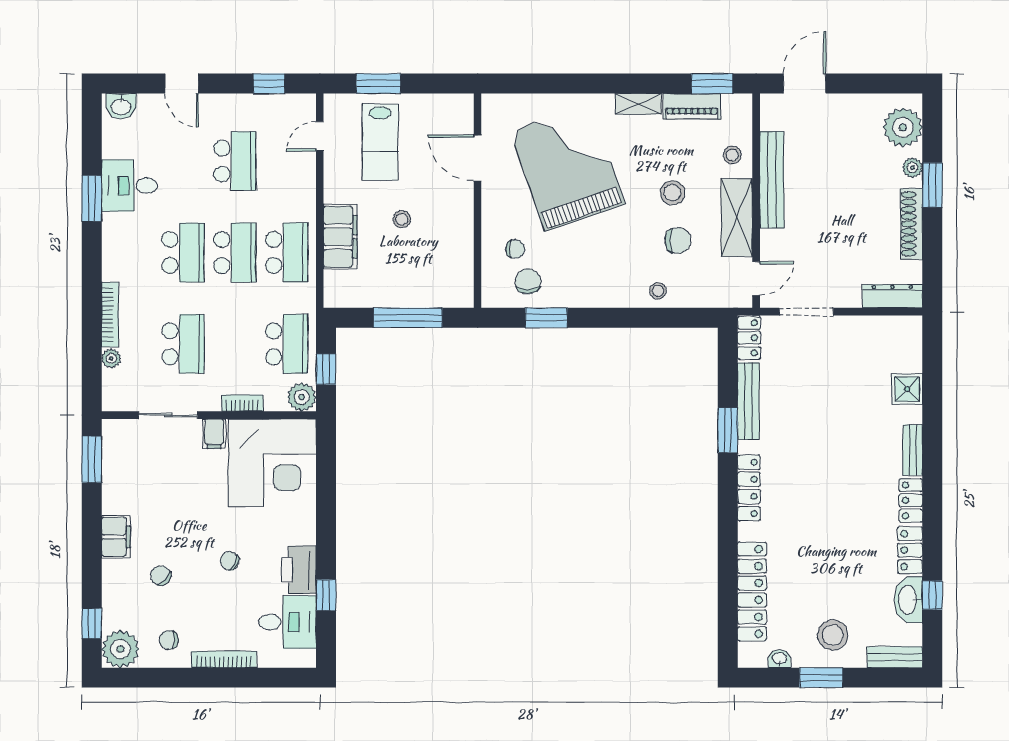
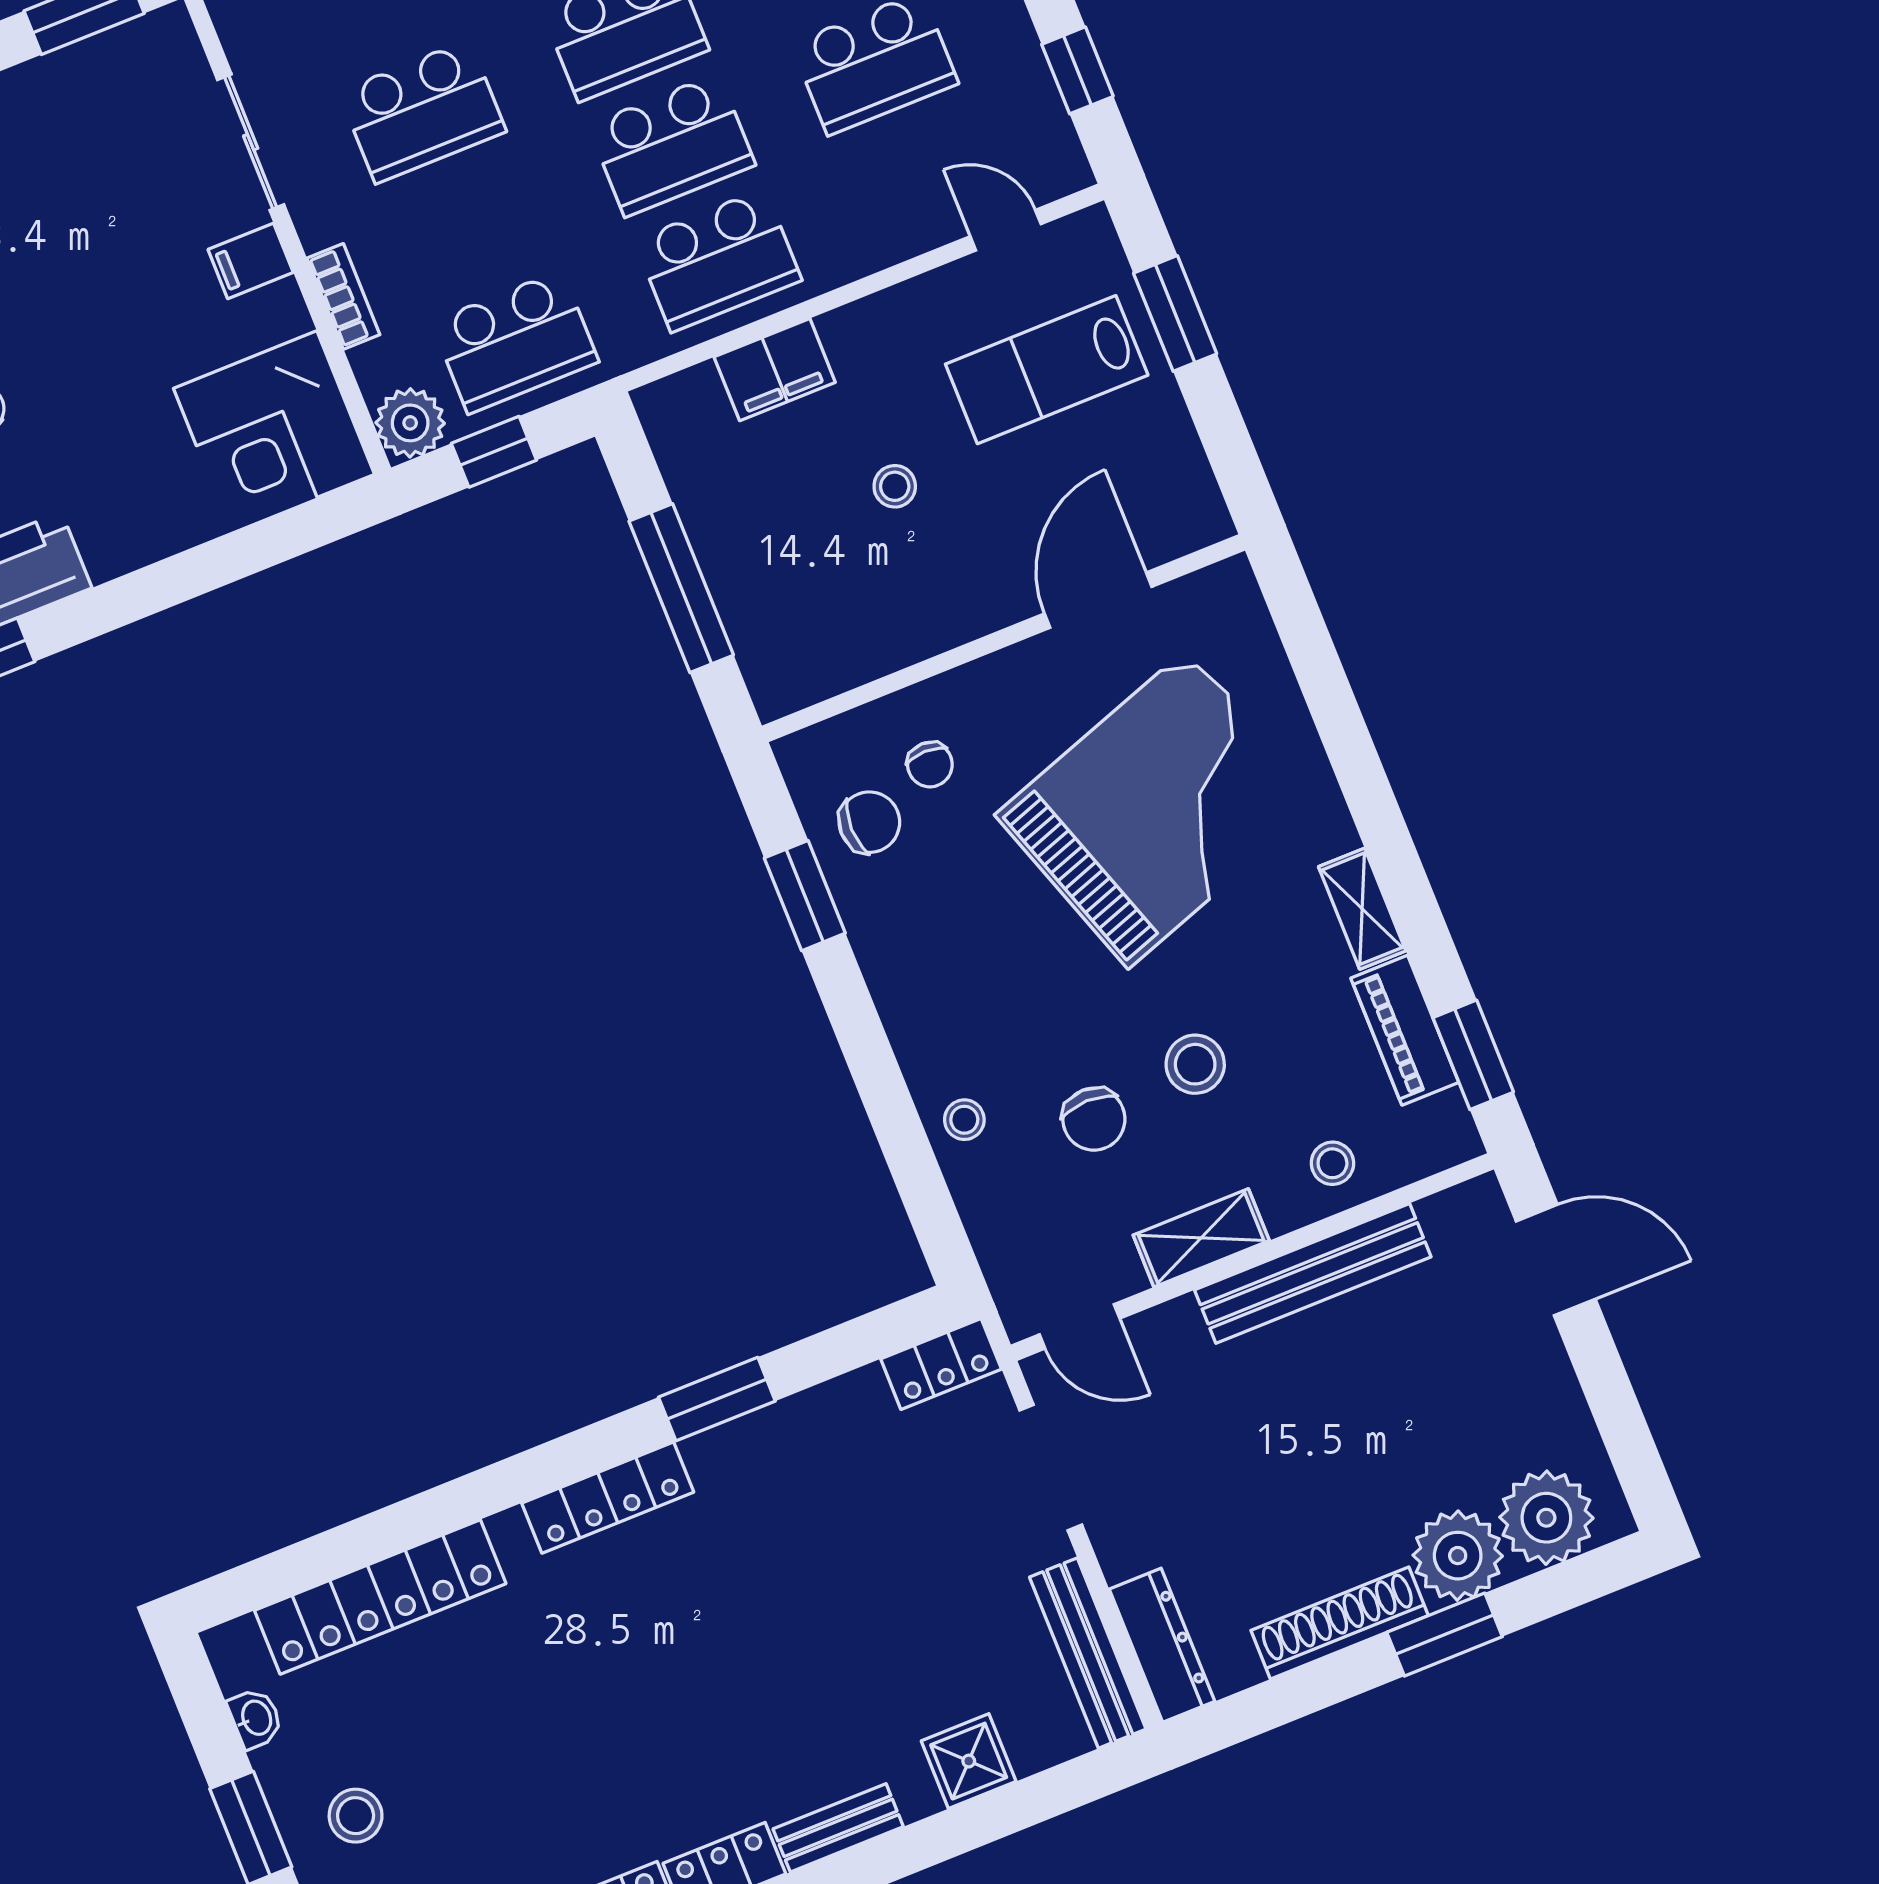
plant: (912, 168) -> (1458, 1556), width x1.87, depth x1.87
shelving: (737, 217) -> (1201, 1238), width x0.67, depth x0.75
filing cabinet: (340, 237) -> (775, 370), width x0.67, depth x0.86
bench: (748, 401) -> (1088, 1653), moved, turned 90
corner desk: (272, 463) -> (274, 431), width x0.74, depth x0.74
stool: (833, 635) -> (356, 1816), width x0.73, depth x0.73

